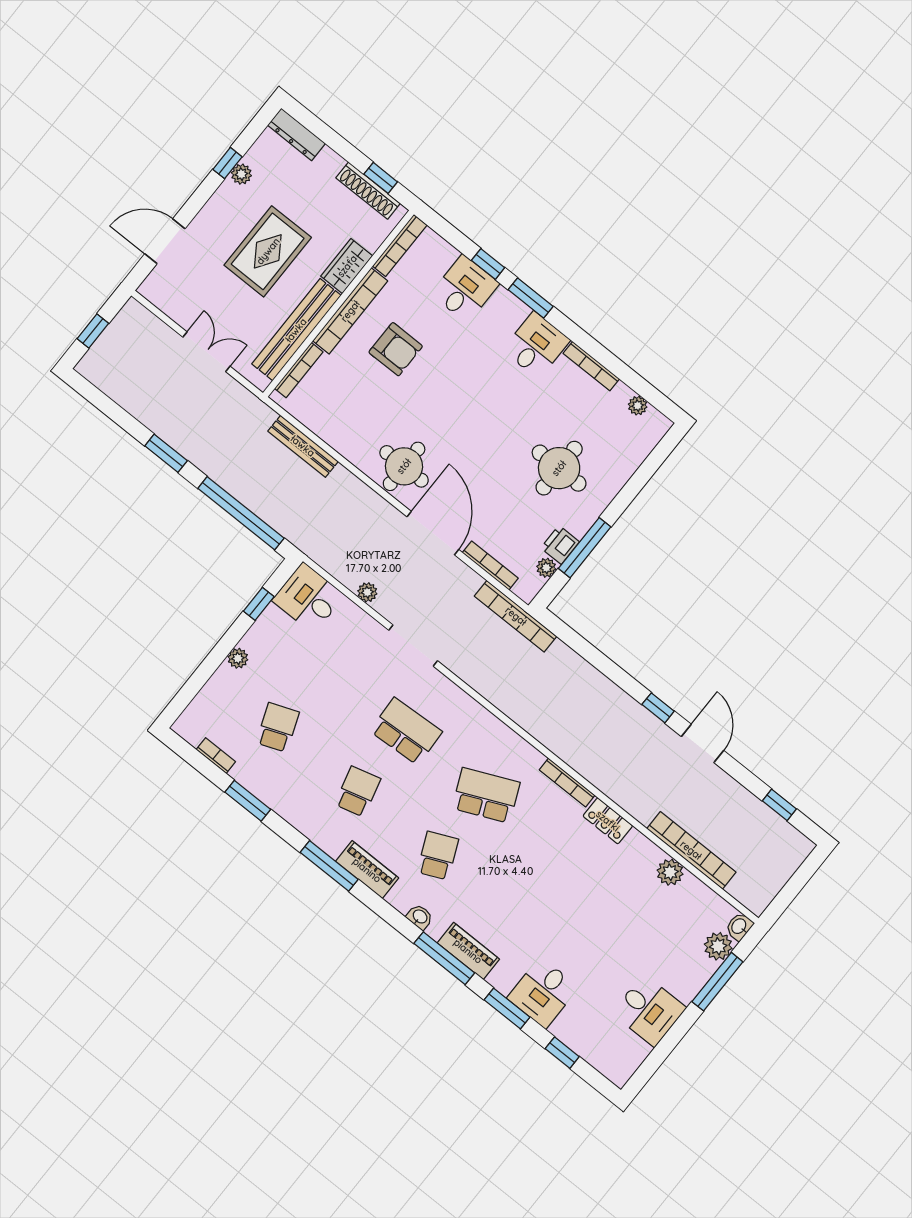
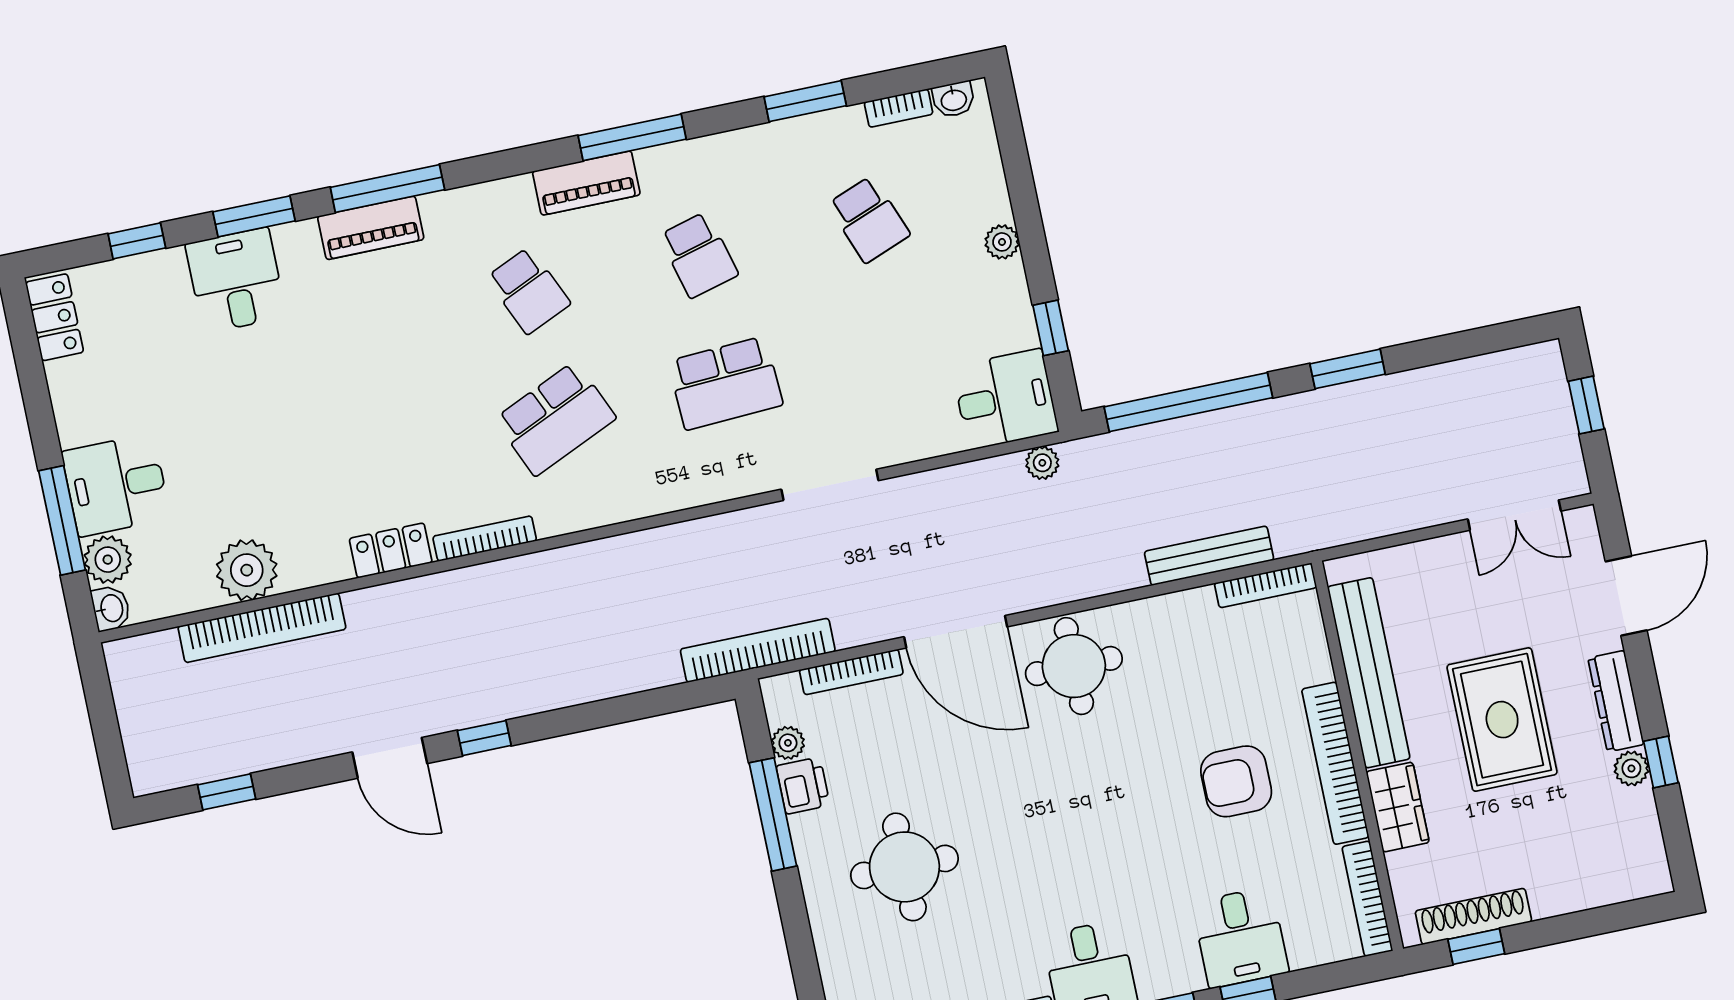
dresser: (297, 134) -> (1616, 701), moved, turned -90
double door: (206, 352) -> (1514, 515), moved
bookcase: (299, 370) -> (1266, 585), moved, turned -90
plant: (367, 592) -> (1042, 463), moved
plant: (670, 872) -> (247, 570), width x1.36, depth x1.36
washbasin: (420, 917) -> (954, 99), moved
desk: (649, 1010) -> (116, 485), moved
locker: (628, 1061) -> (55, 317), added

